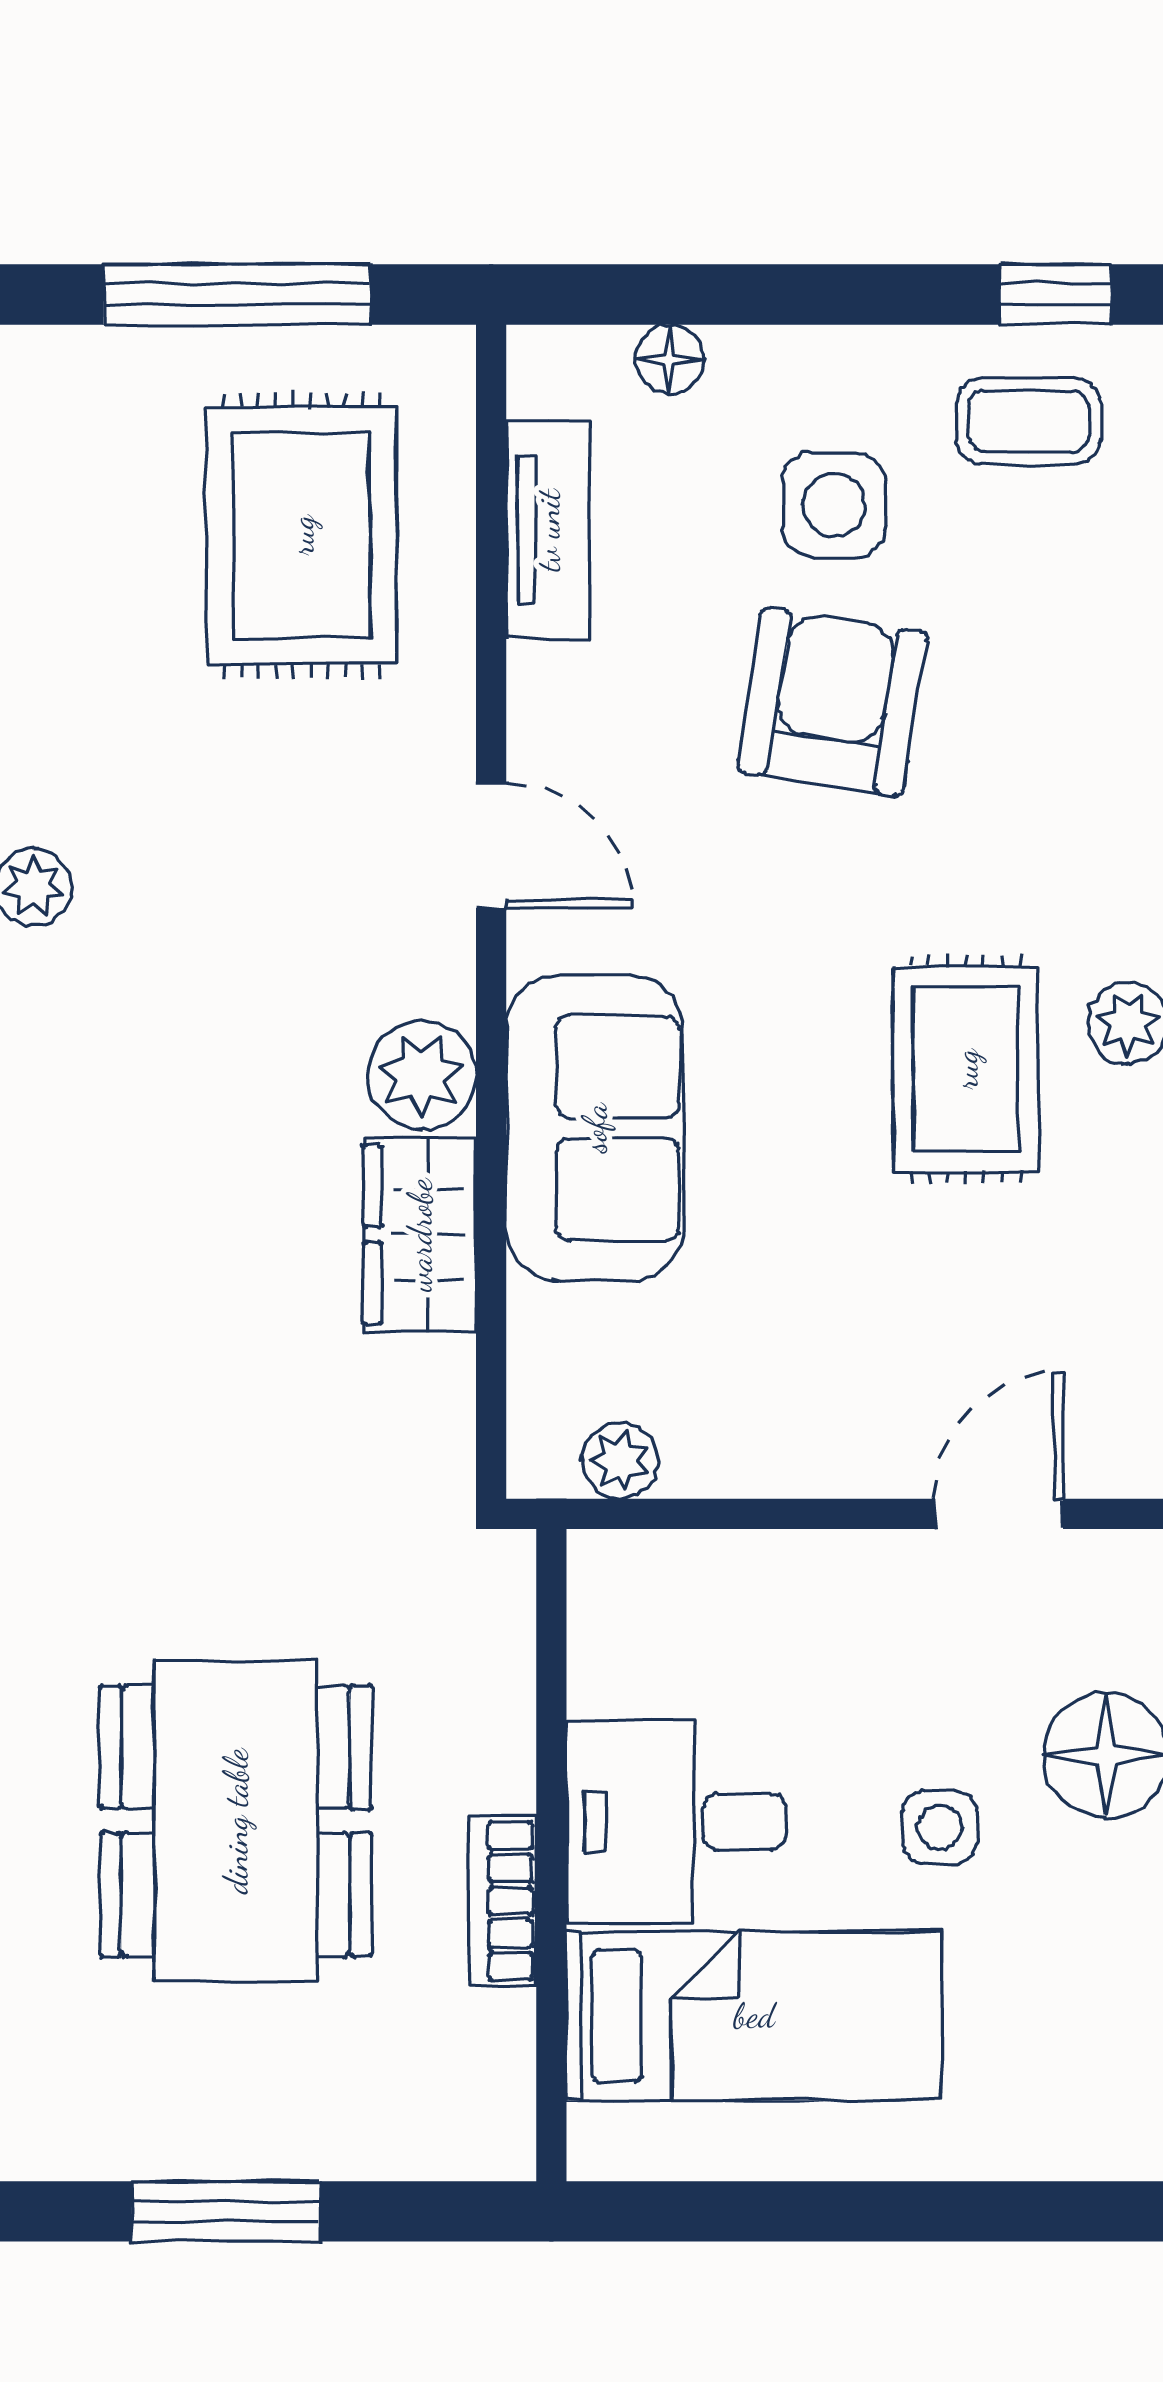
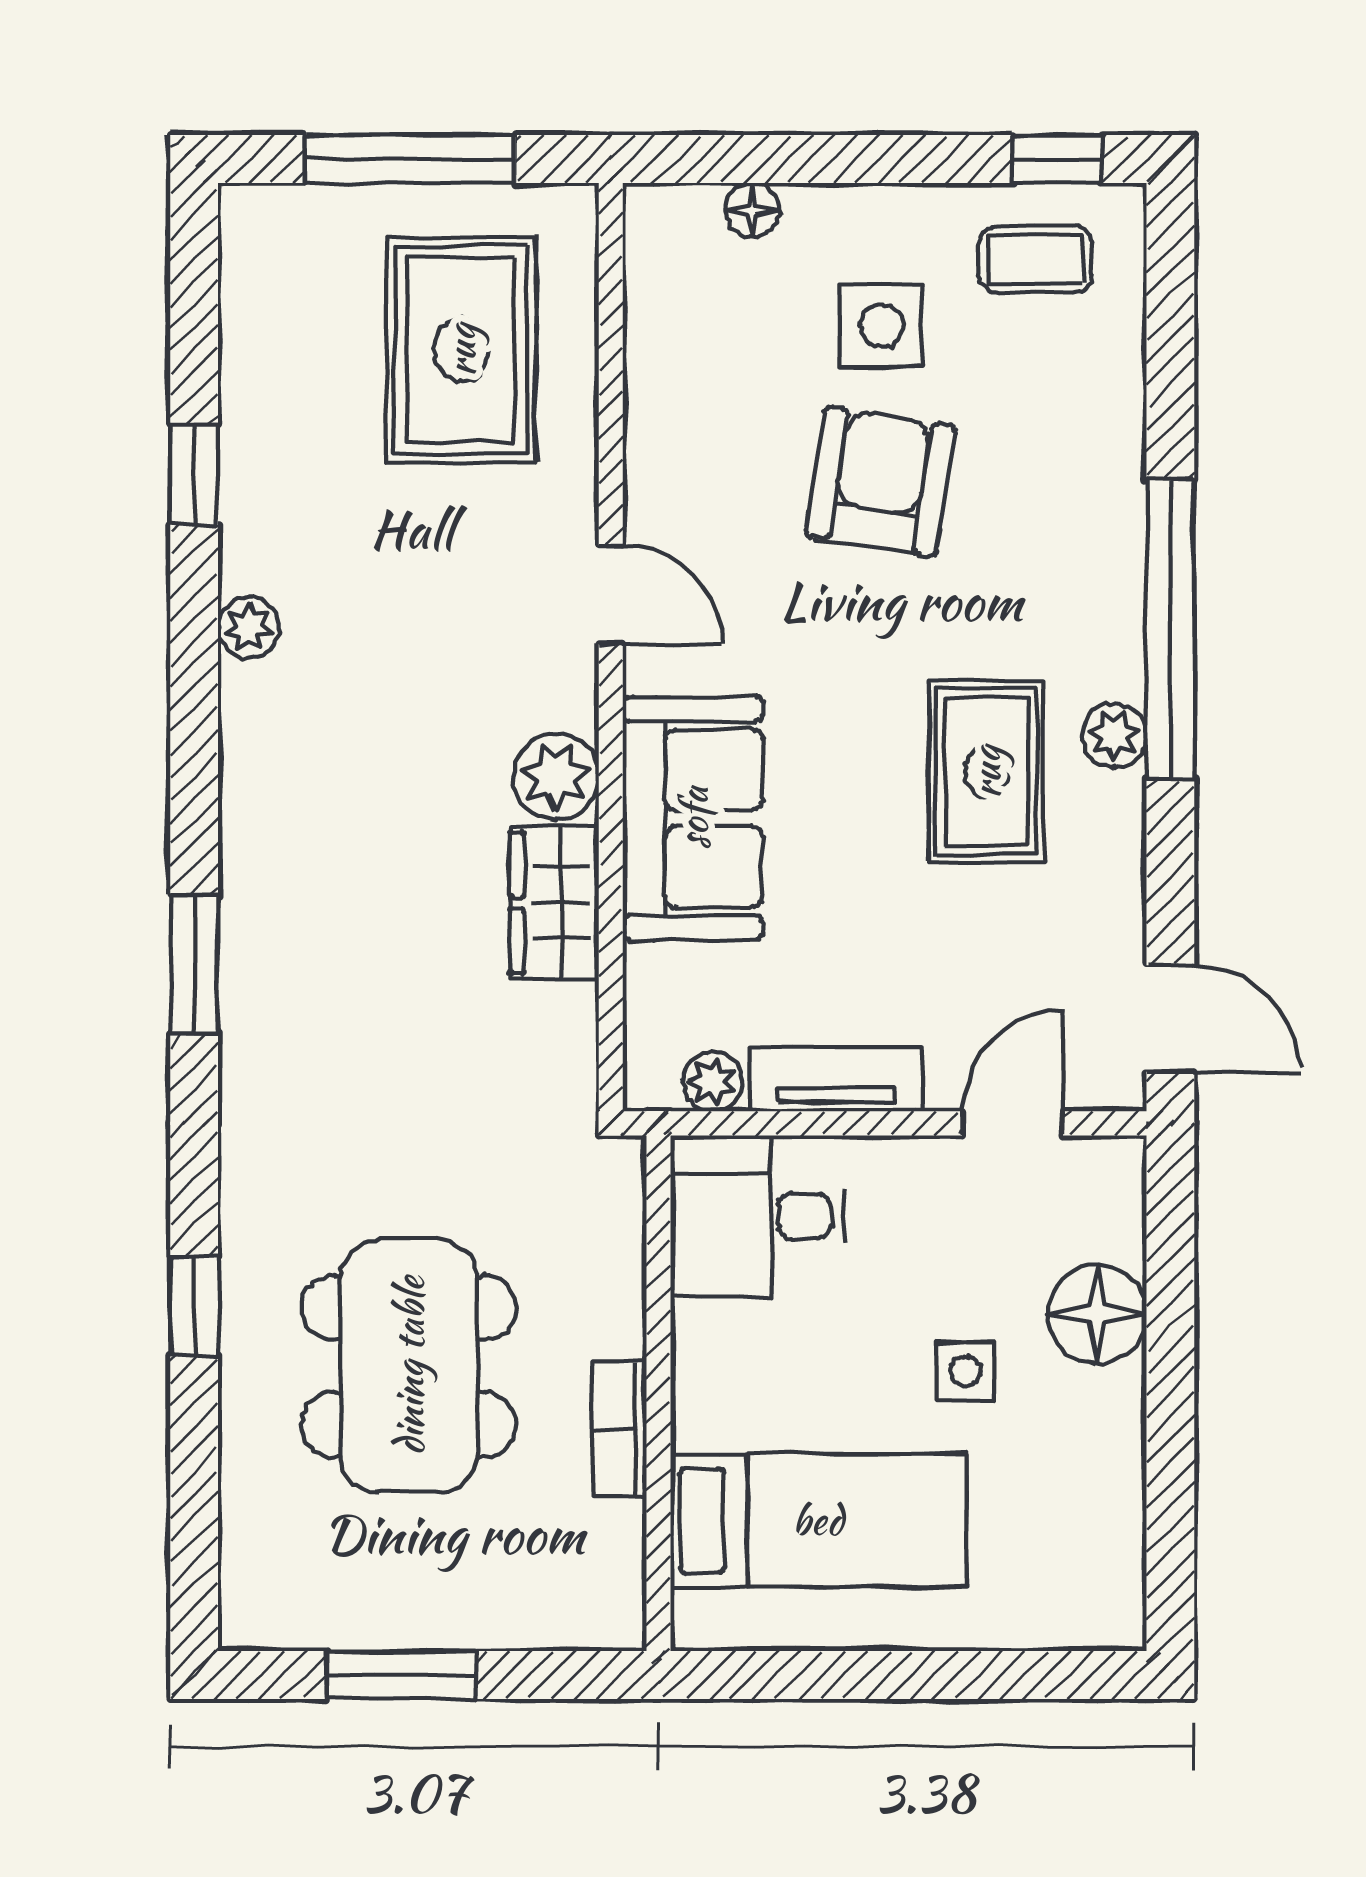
tv unit: (548, 530) -> (835, 1079), moved, turned -90
desk: (676, 1822) -> (757, 1216), moved

